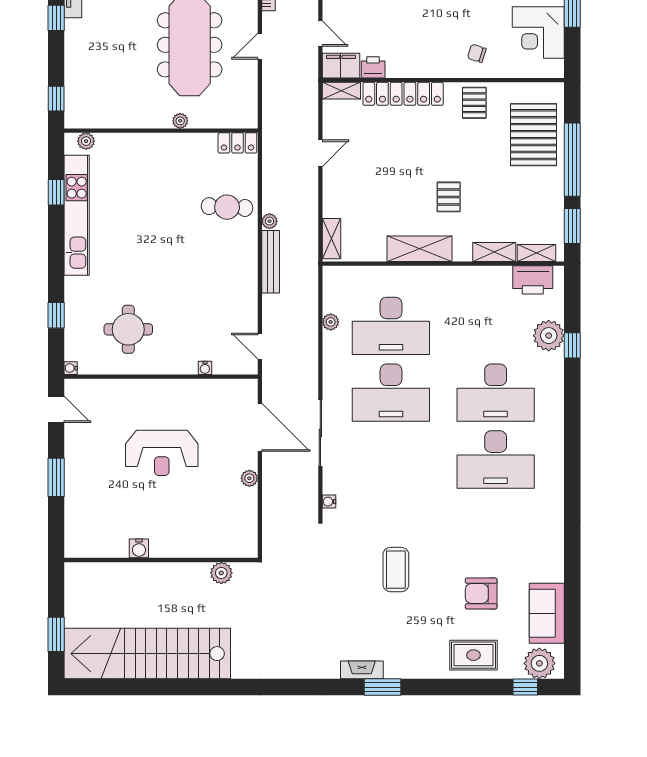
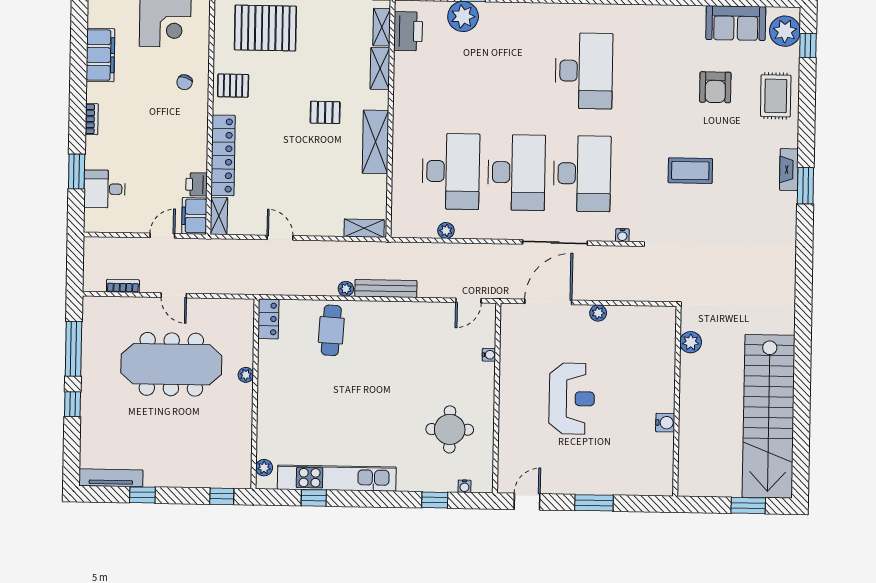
water cooler: (71, 368) -> (465, 486), moved
desk: (496, 393) -> (582, 174), moved
fireplace: (362, 670) -> (789, 170), moved

